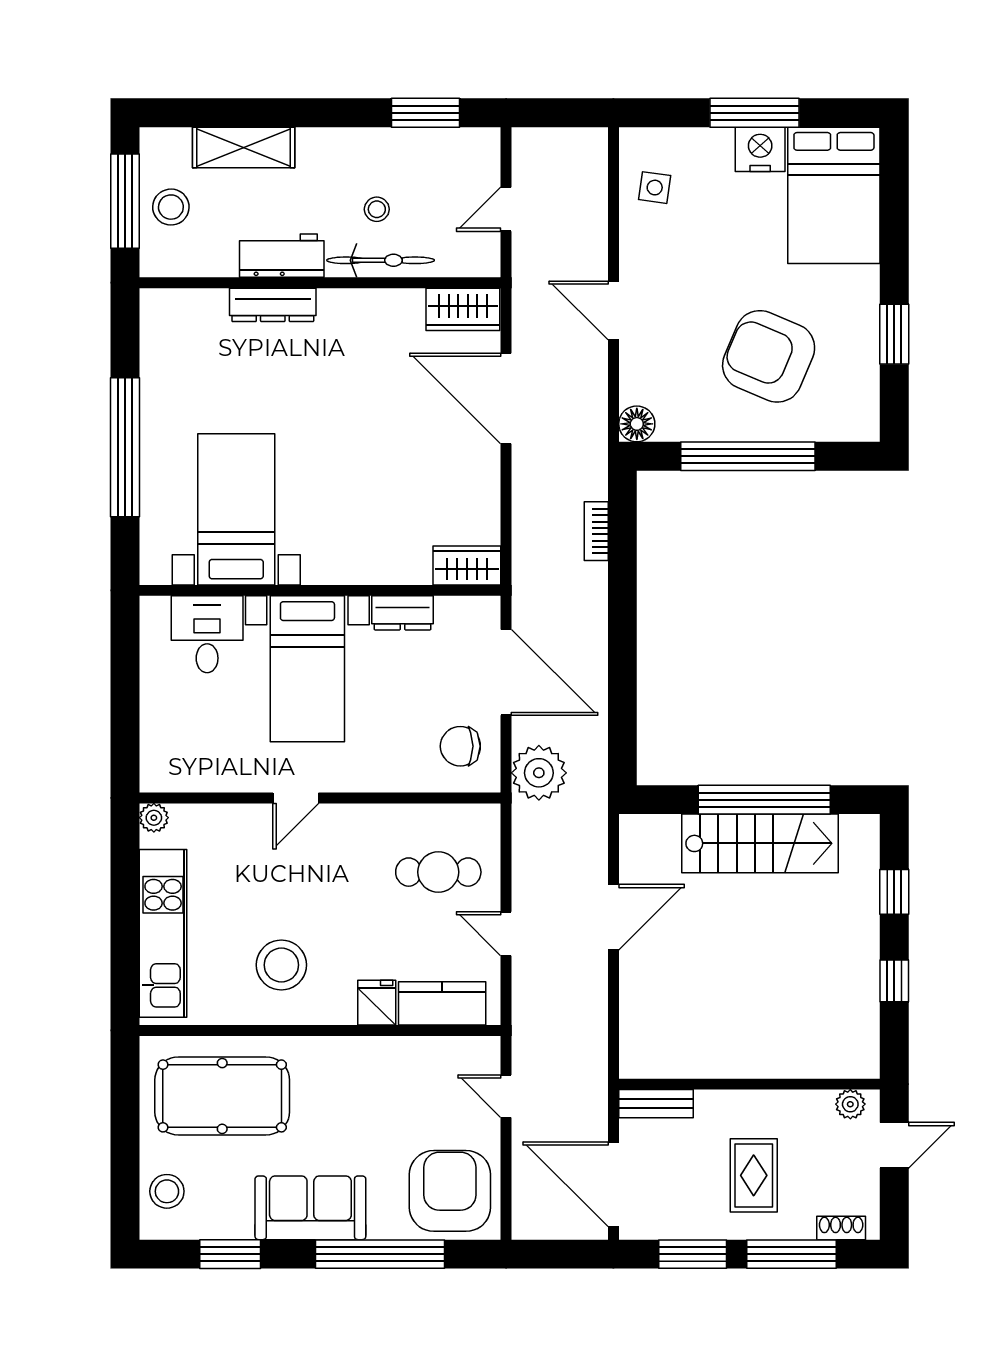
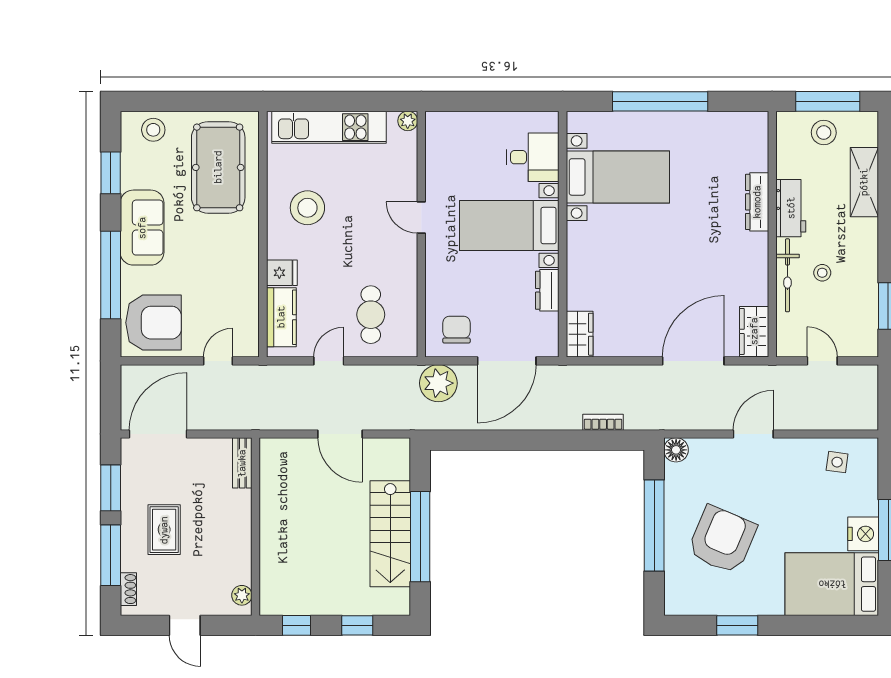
wall: (749, 1084) -> (256, 527), moved
bench: (656, 1104) -> (242, 463), moved
plant: (850, 1104) -> (242, 595), moved
rug: (754, 1175) -> (164, 530), turned 90

